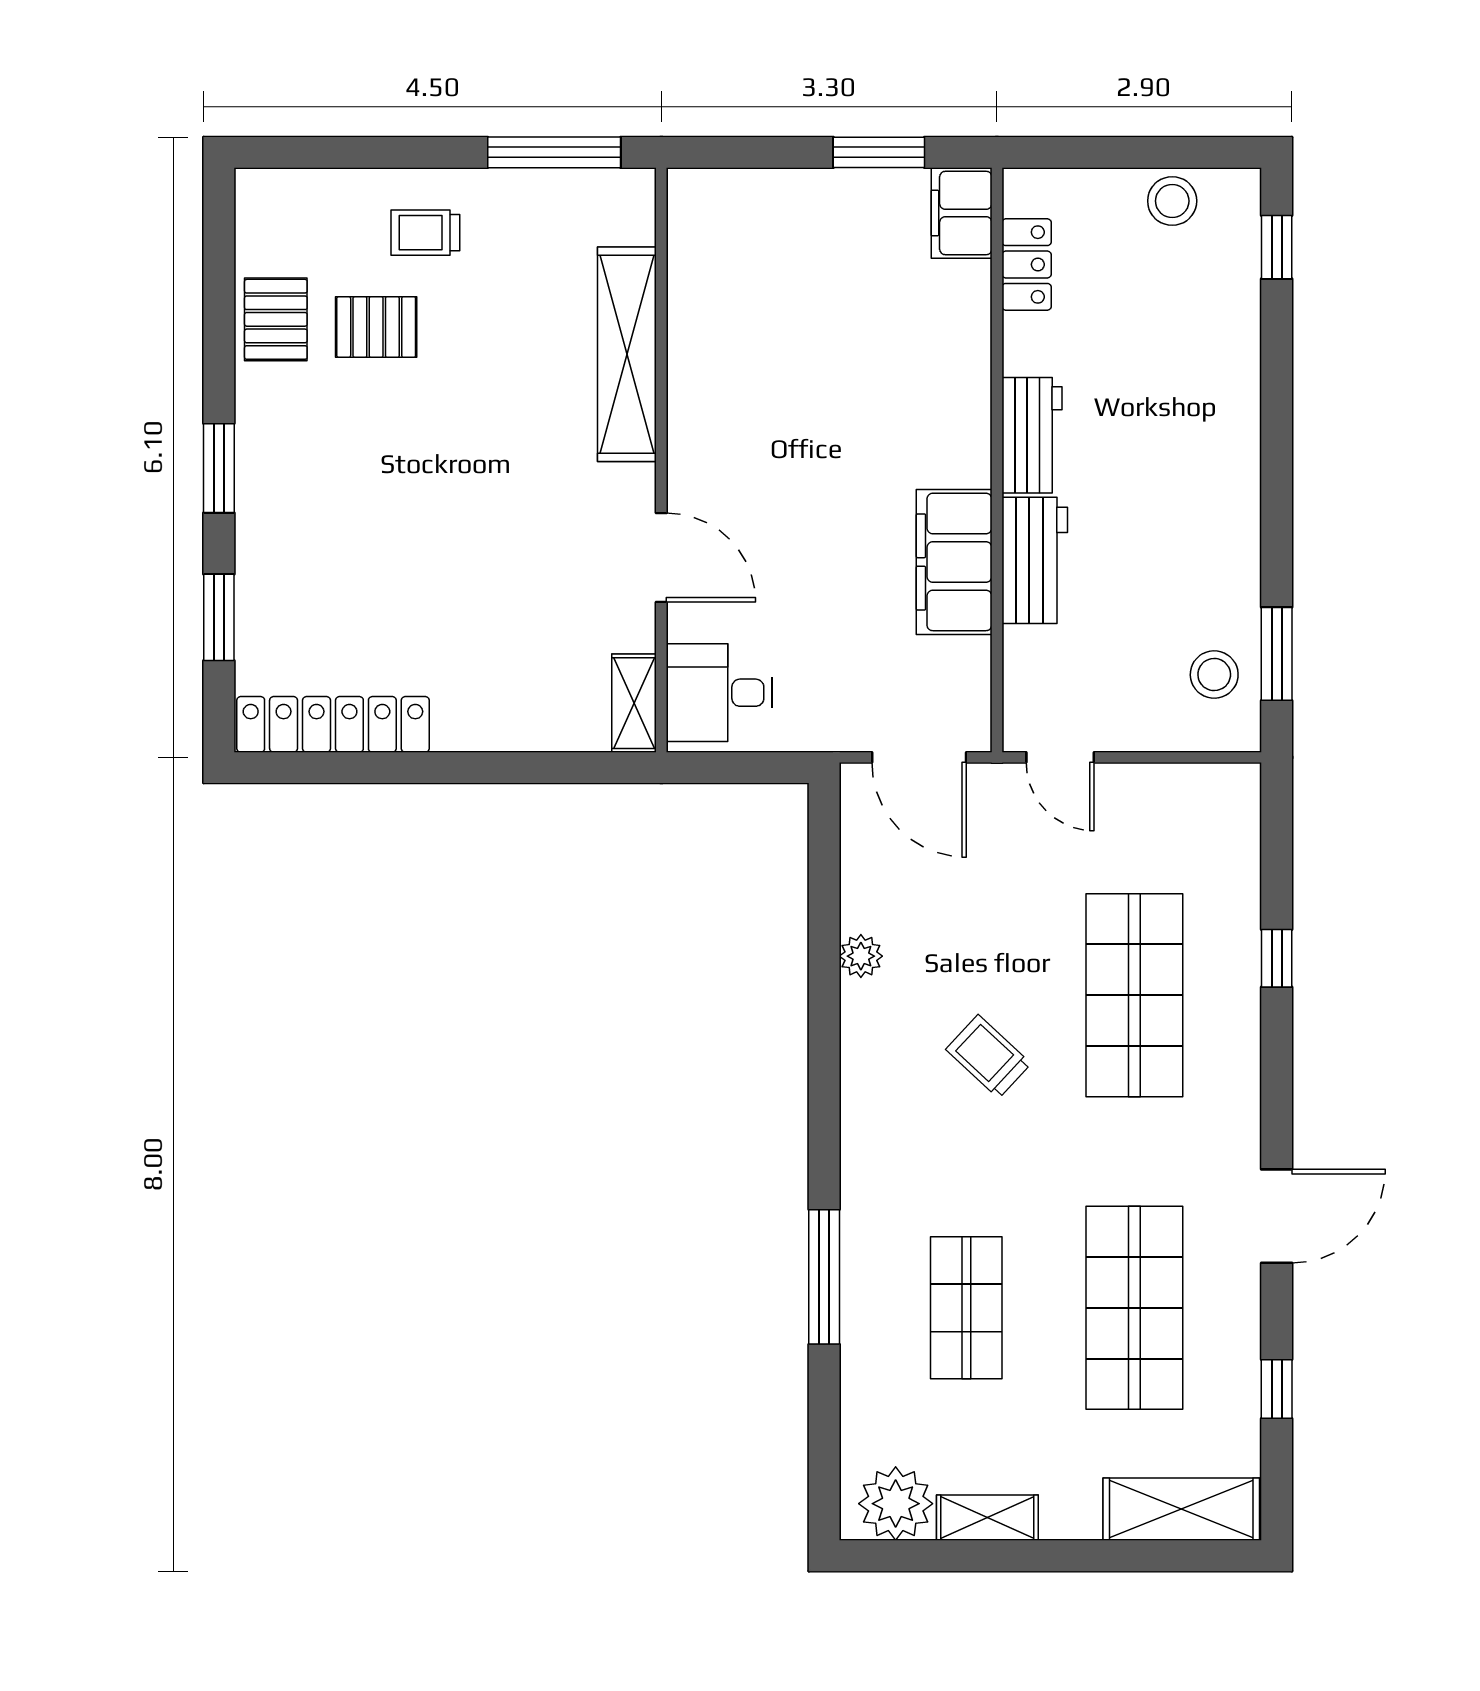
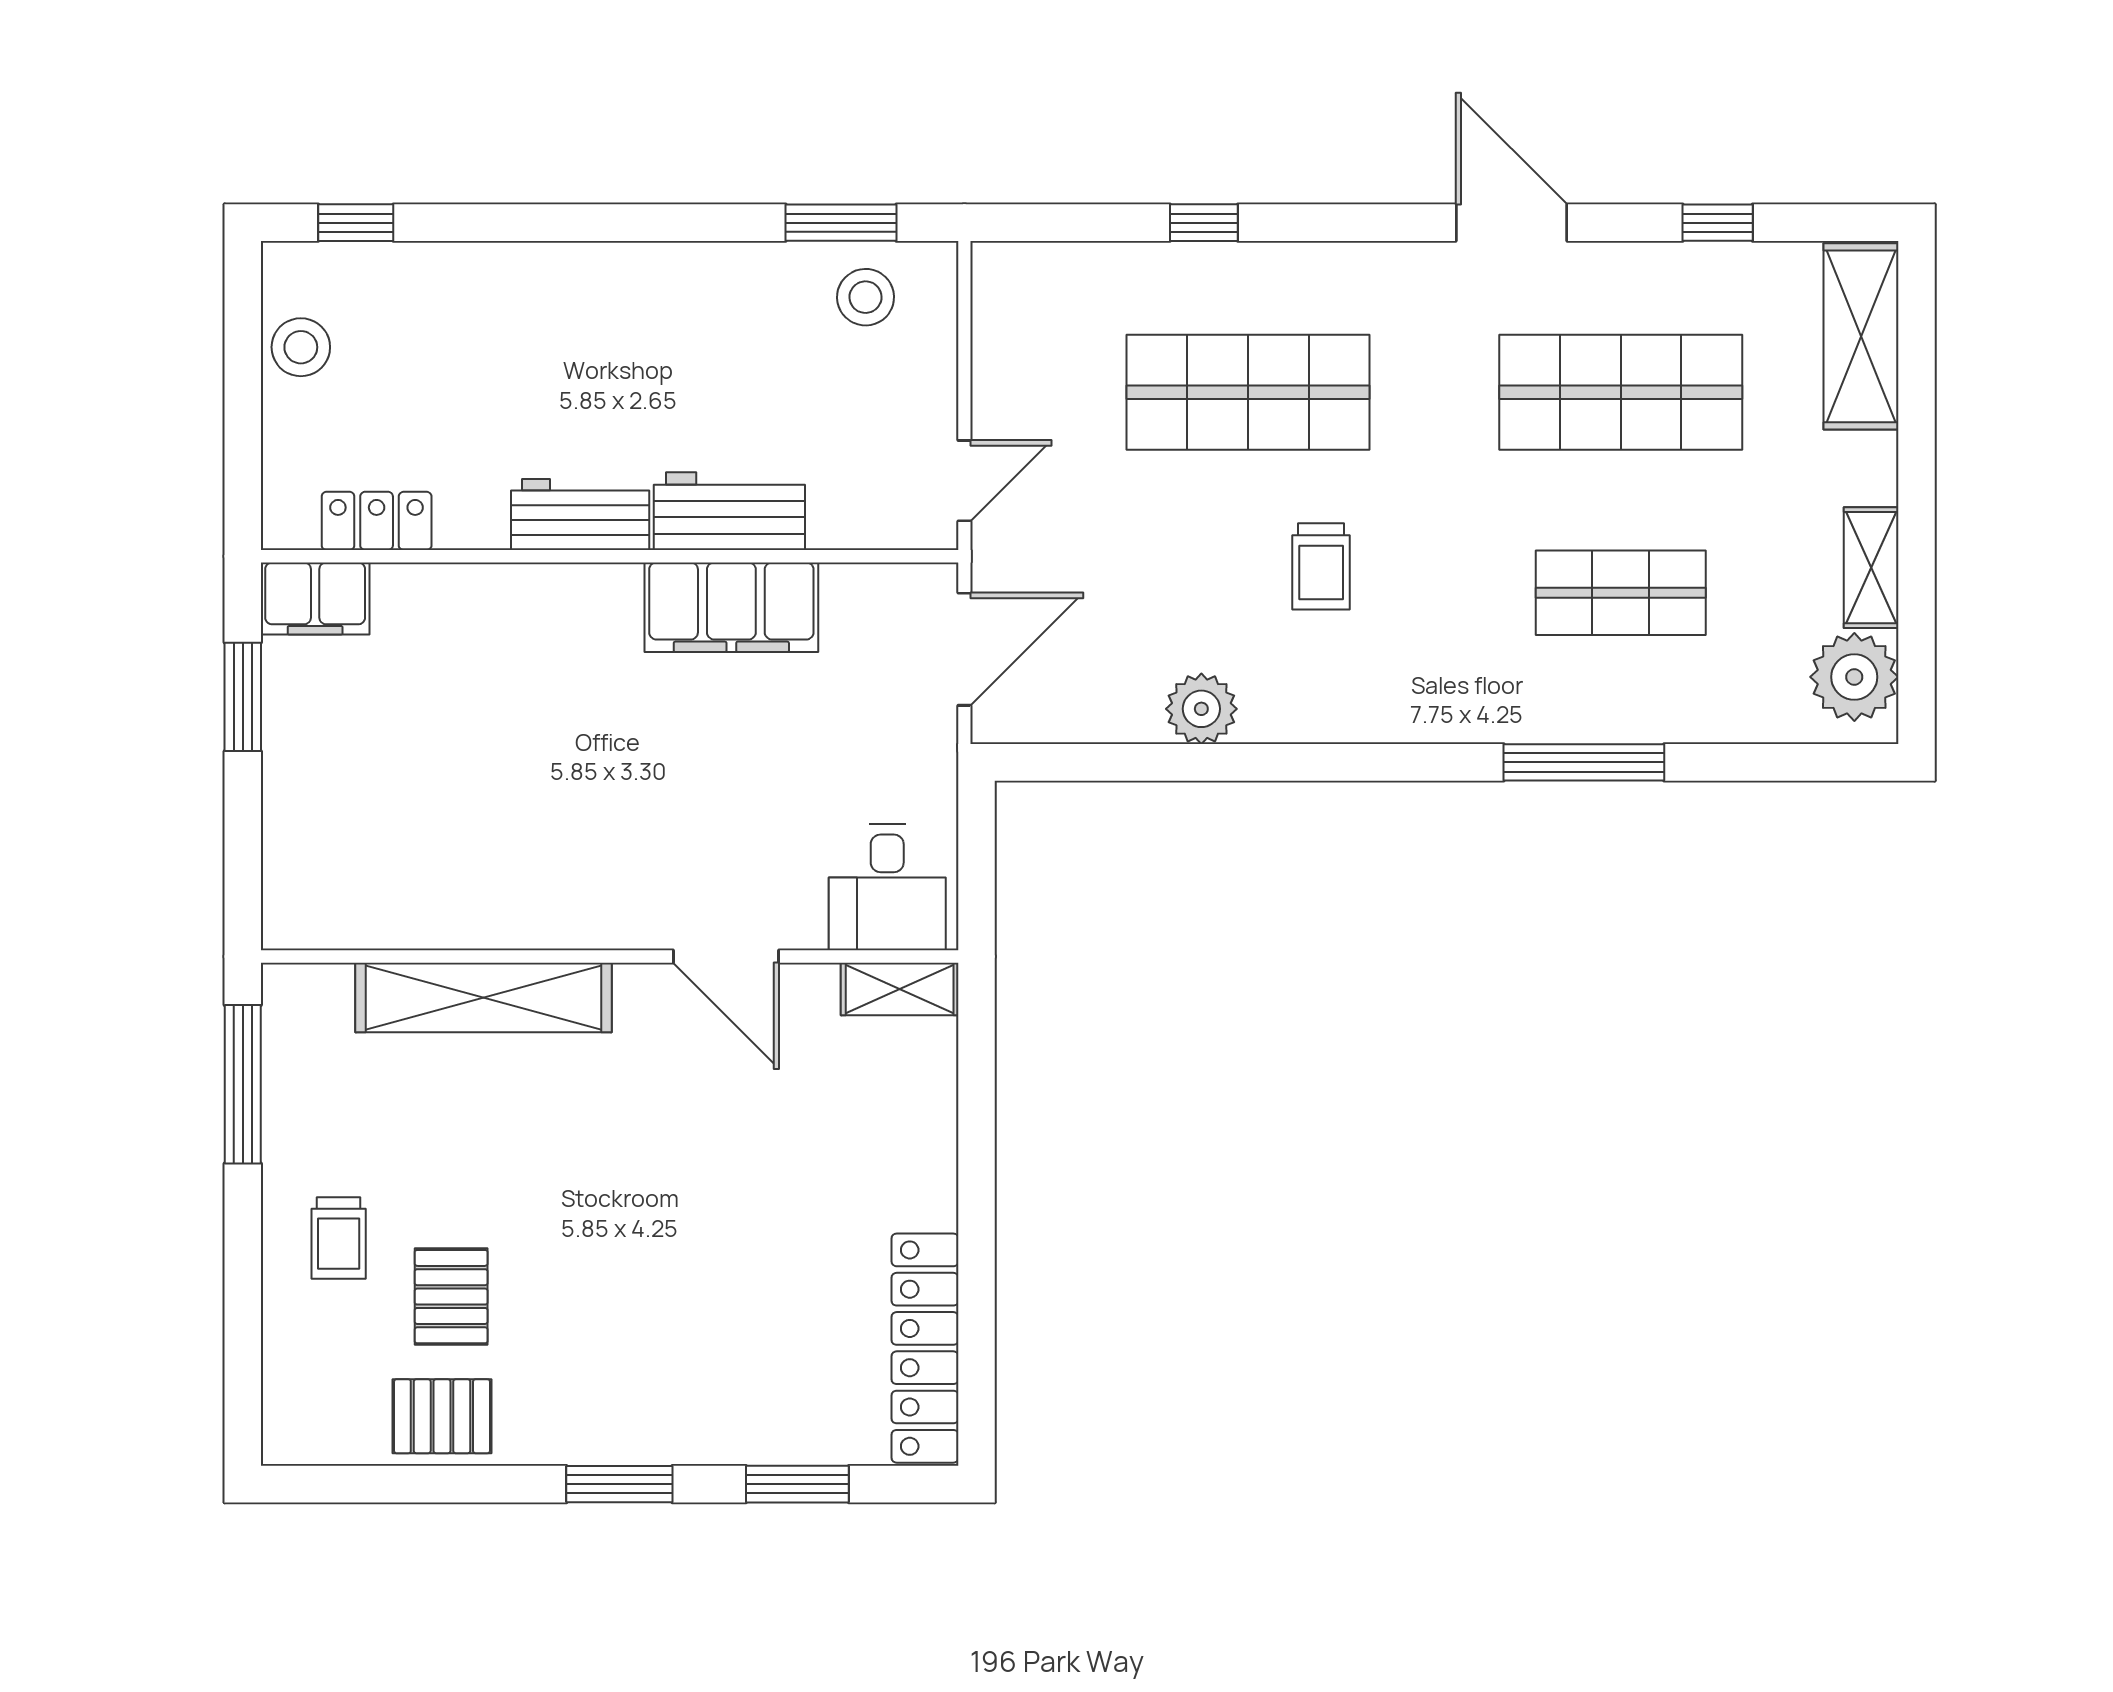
door: (661, 557) -> (726, 956), swing flipped
plant: (861, 956) -> (1201, 709), width x1.38, depth x1.38
trolley: (988, 1056) -> (1321, 566), turned -43

